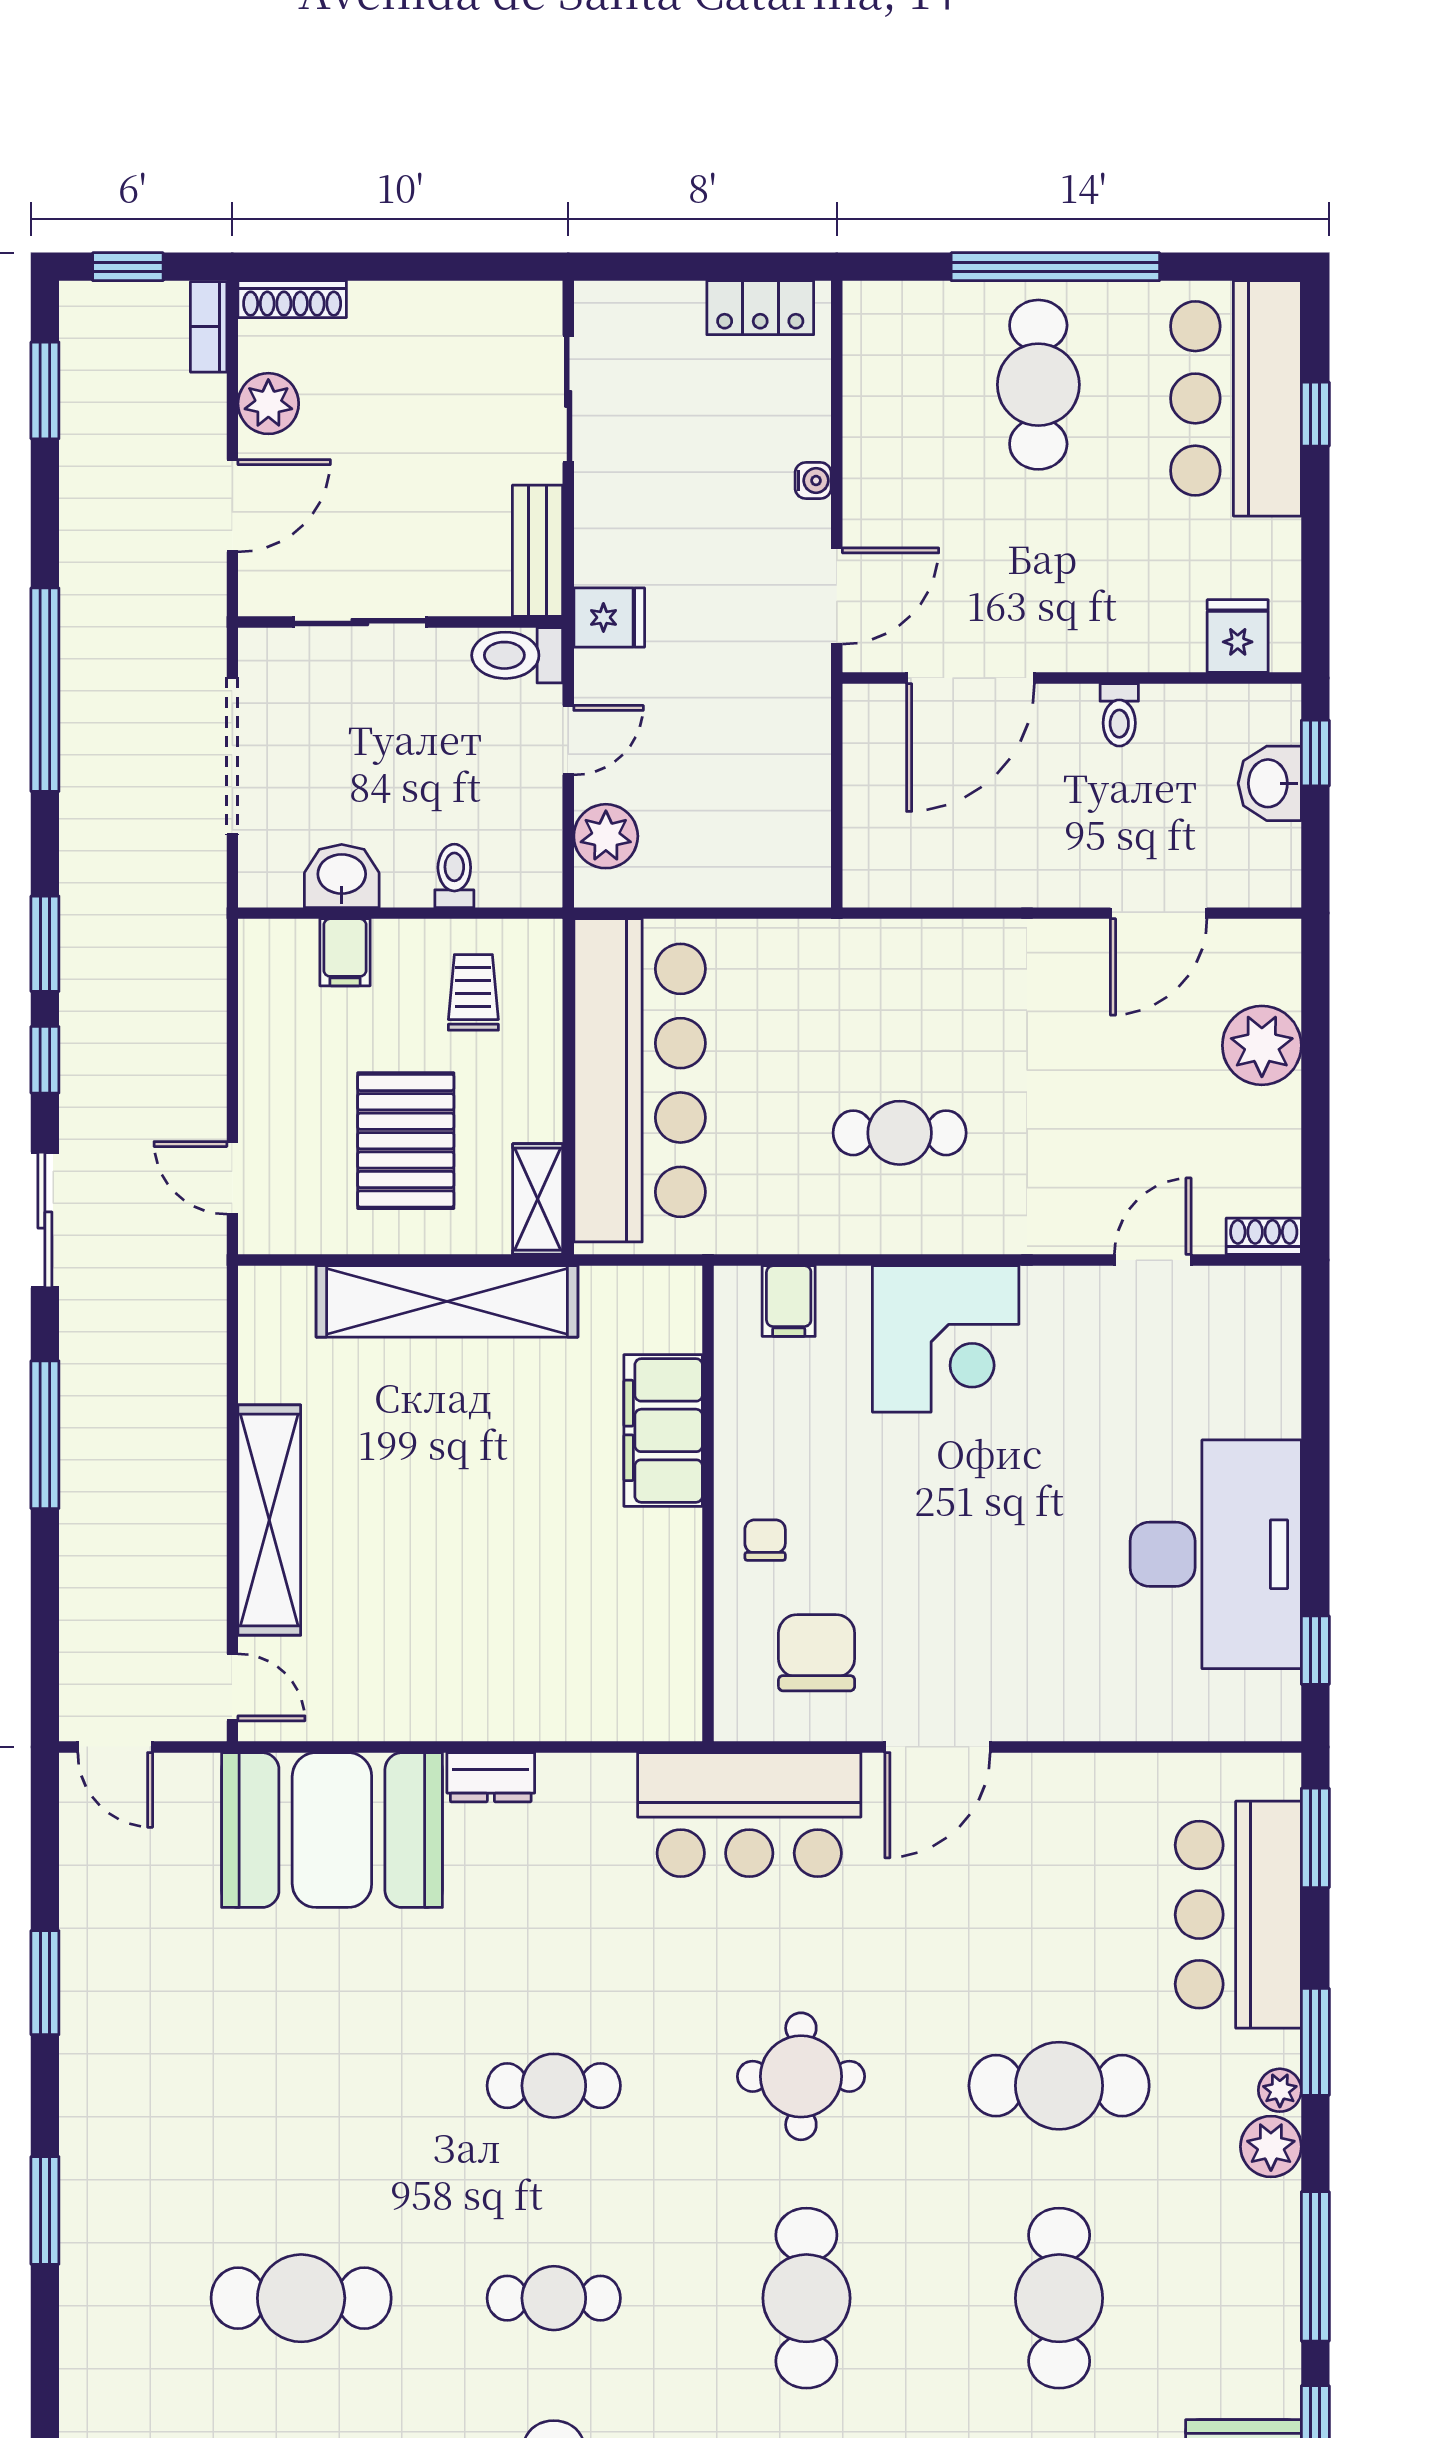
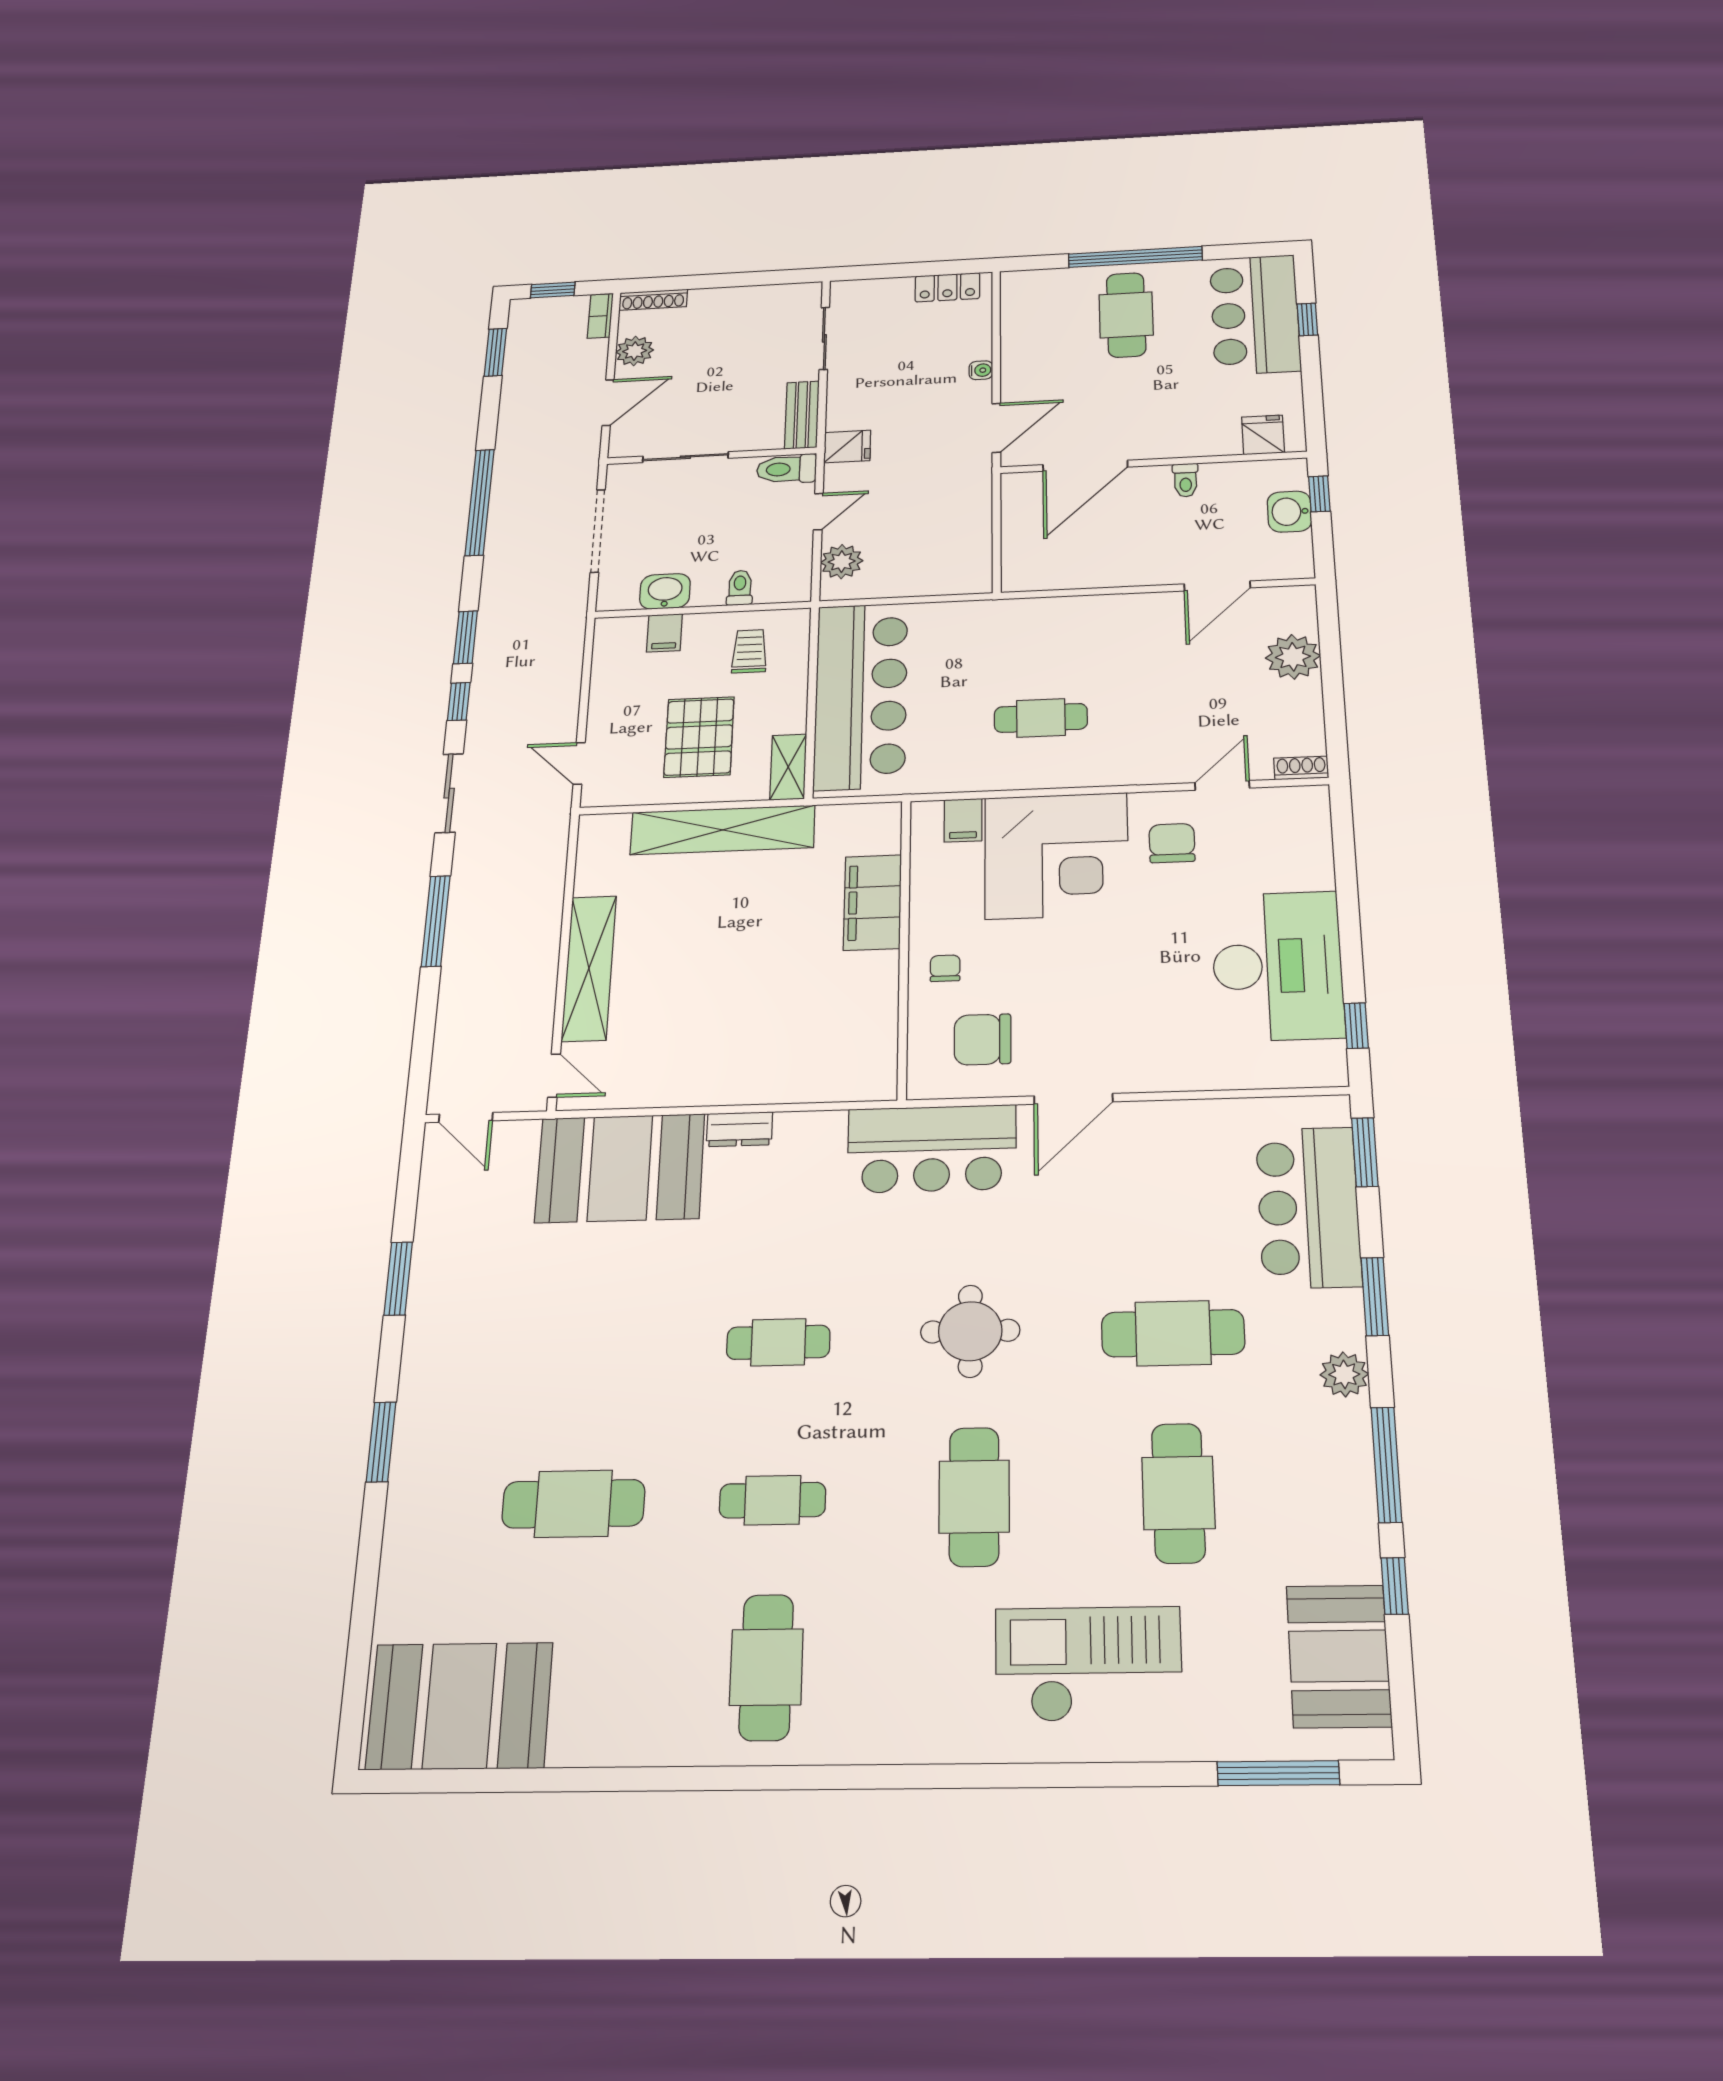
corner desk: (946, 1339) -> (1056, 855), width x1.36, depth x1.36
chair: (1080, 1352) -> (1172, 843), added
chair: (817, 1653) -> (983, 1039), turned -90
plant: (1280, 2090) -> (1349, 1333), removed

